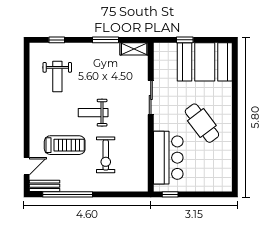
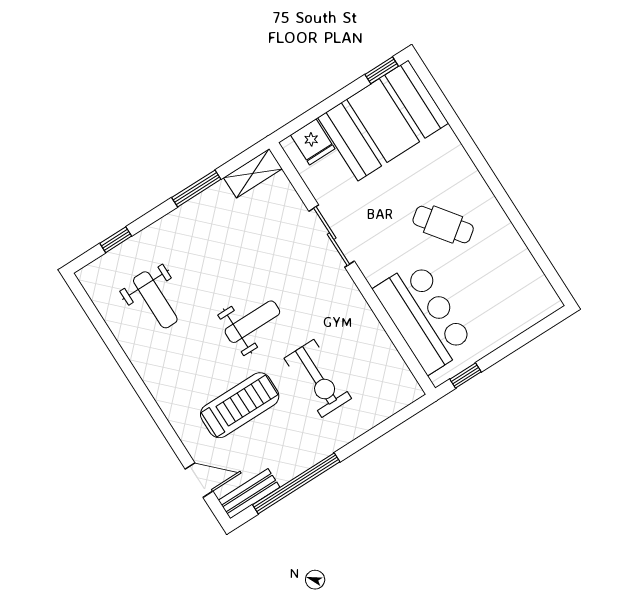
window: (185, 40) -> (382, 70), moved
fridge: (168, 52) -> (313, 142), added
weight bench: (93, 113) -> (252, 322), turned 180
cafe table: (202, 123) -> (443, 225), width x0.73, depth x0.74
door: (27, 166) -> (199, 480), hinge flipped

